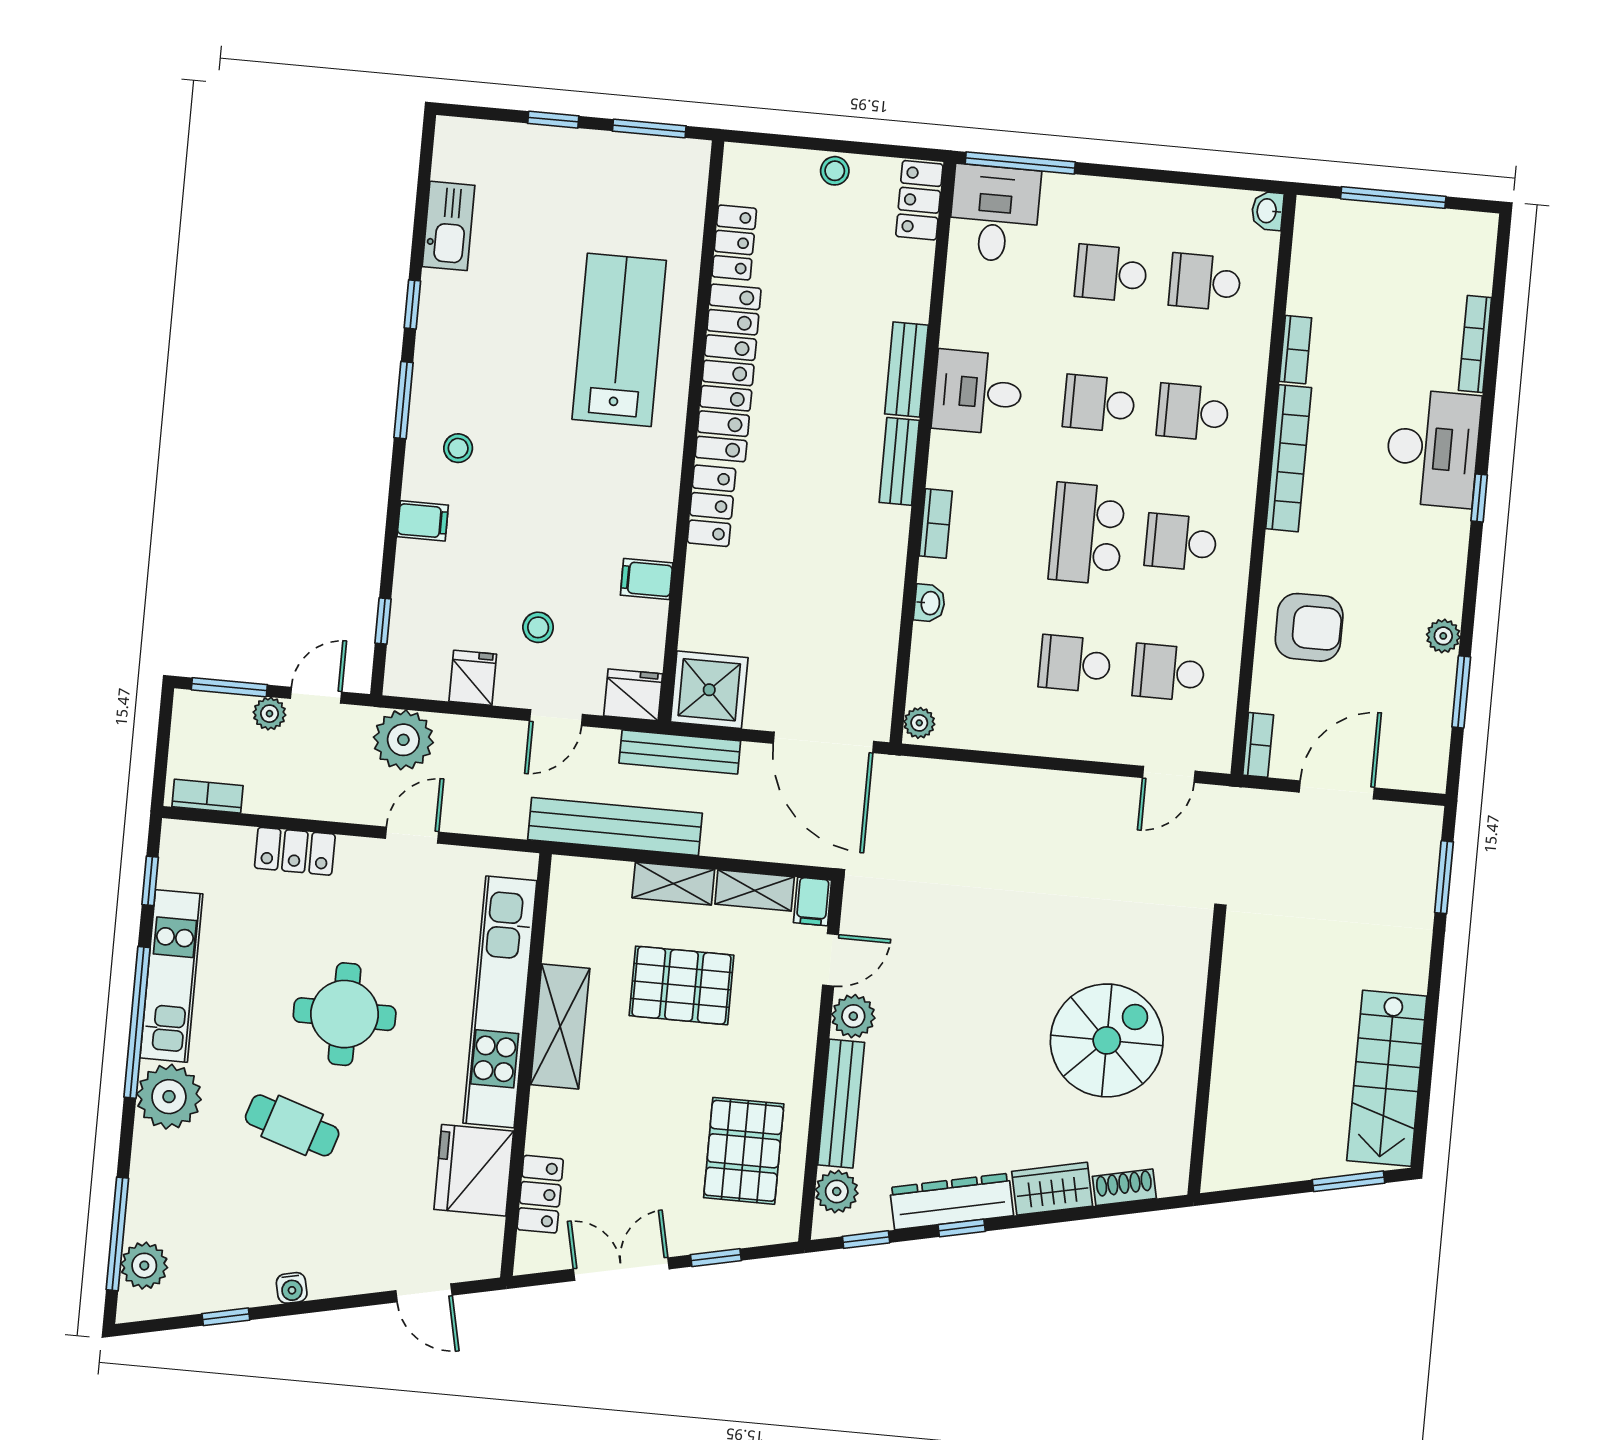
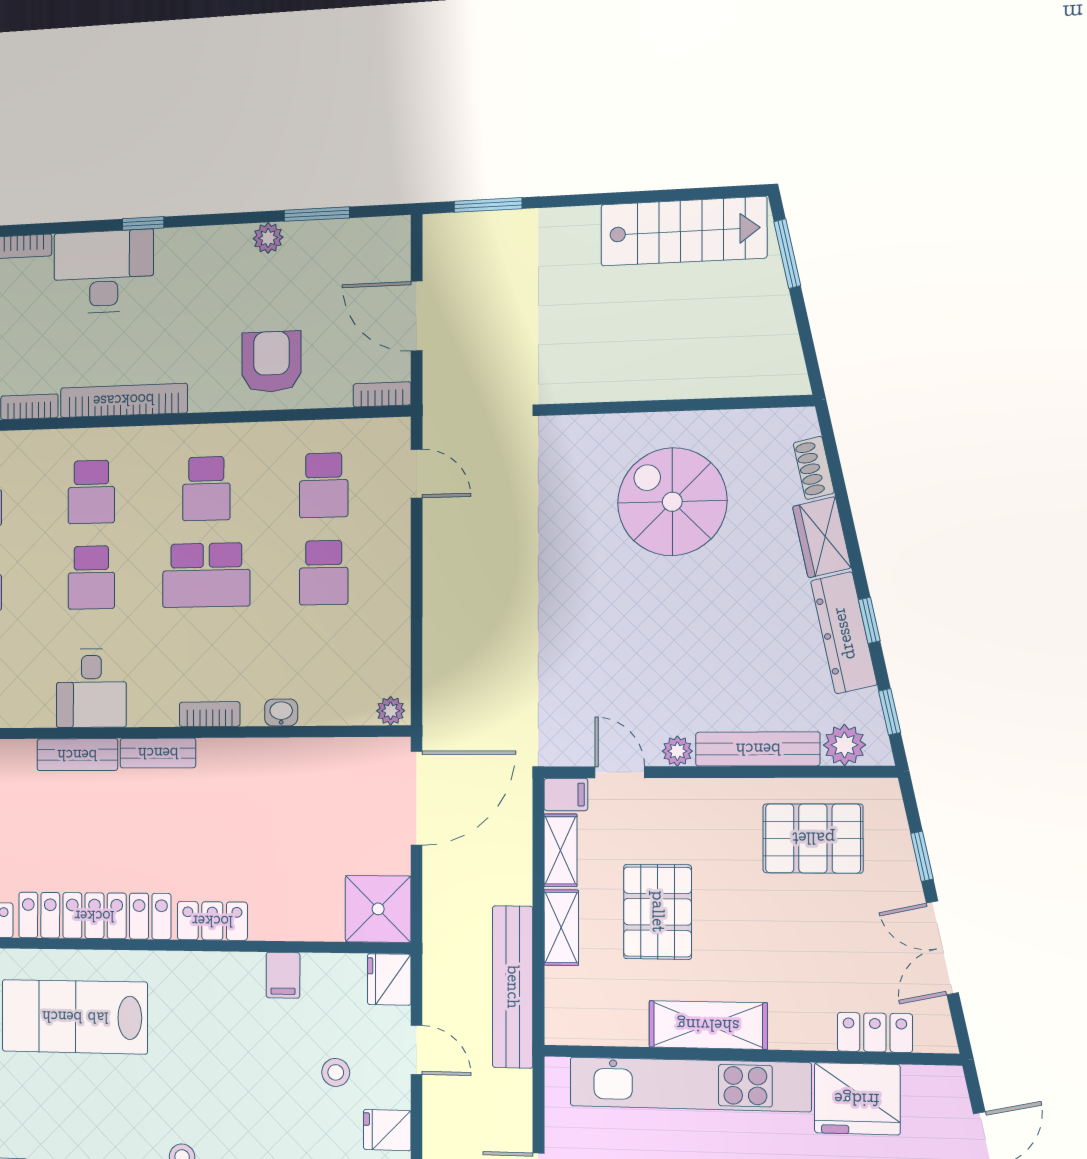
bench: (680, 752) -> (438, 932), removed
plant: (853, 1016) -> (677, 751), width x0.73, depth x0.73

